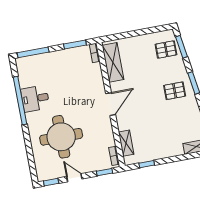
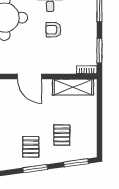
pallet: (166, 50) -> (62, 135), moved
armchair: (64, 90) -> (53, 30), added

